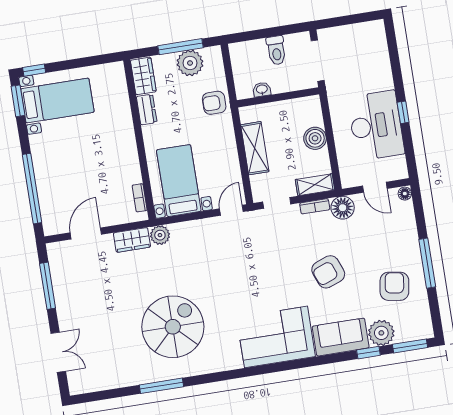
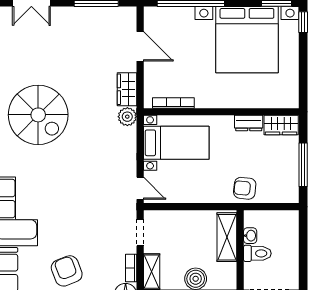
toilet: (276, 50) -> (257, 253), moved, turned 180
plant: (190, 63) -> (286, 171), removed
bed with nightstands: (57, 100) -> (247, 40), width x1.85
armchair: (214, 103) -> (245, 188), turned -84
shelving: (255, 148) -> (227, 237), moved, turned 90
bookcase: (140, 198) -> (173, 103), width x1.56

